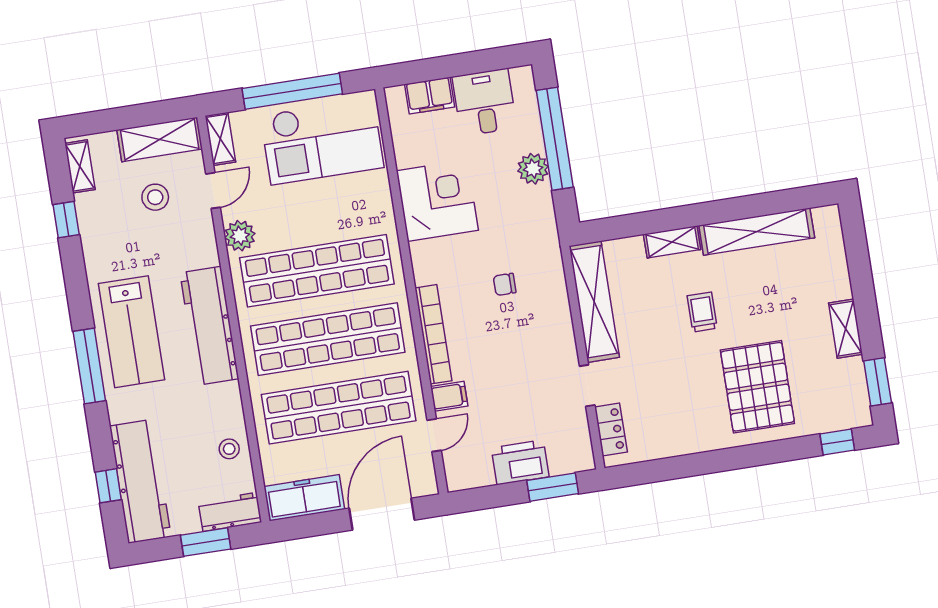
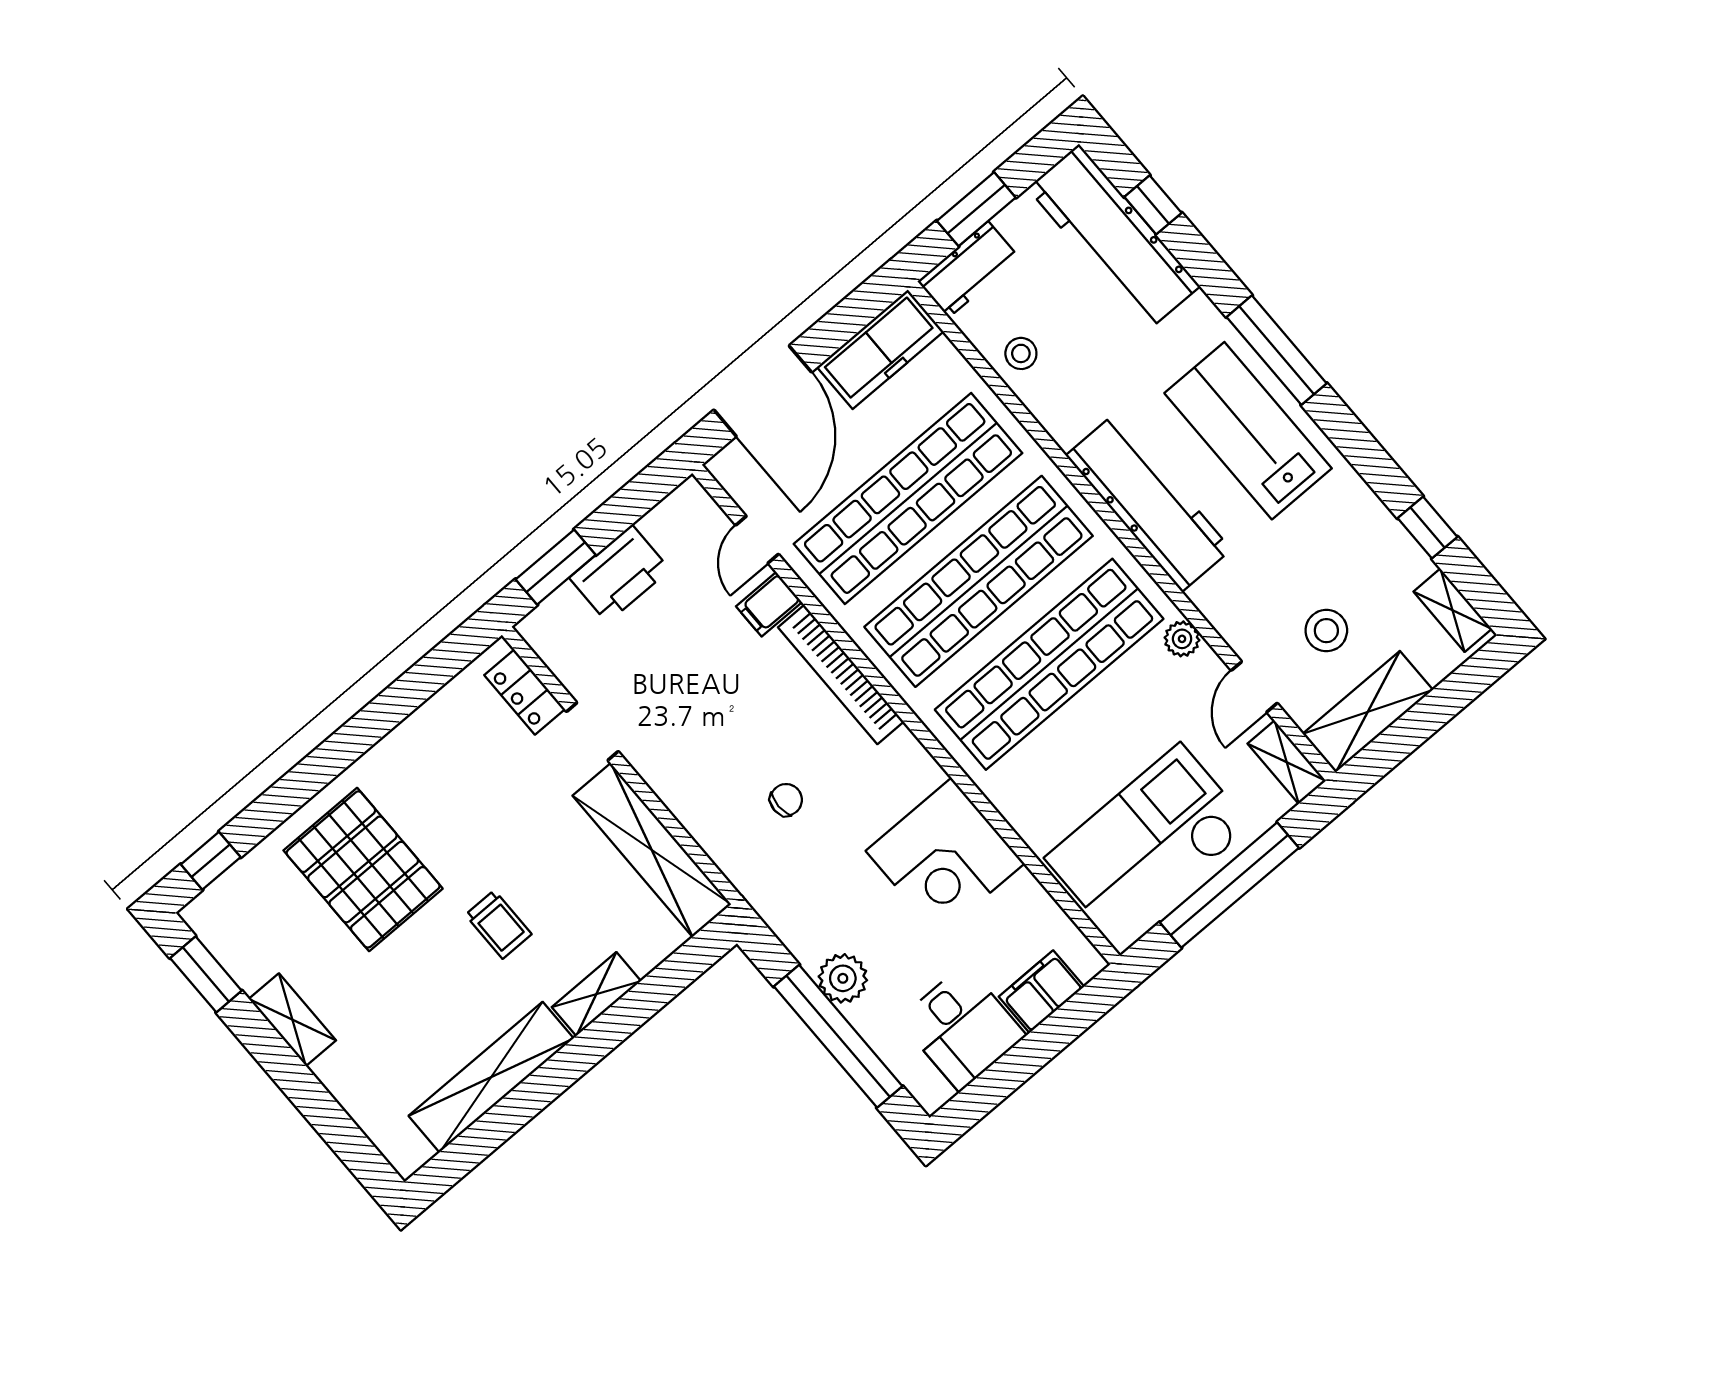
plant: (240, 236) -> (1182, 639), width x0.73, depth x0.73

